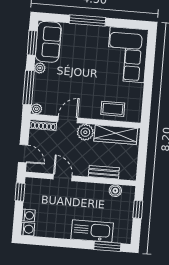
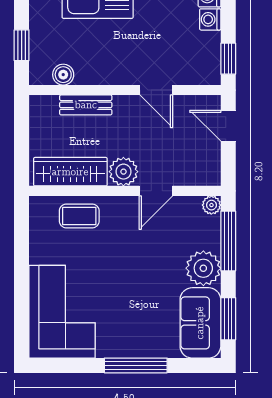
plant: (40, 68) -> (203, 268), width x1.88, depth x1.88
shoe rack: (43, 125) -> (198, 178), removed

